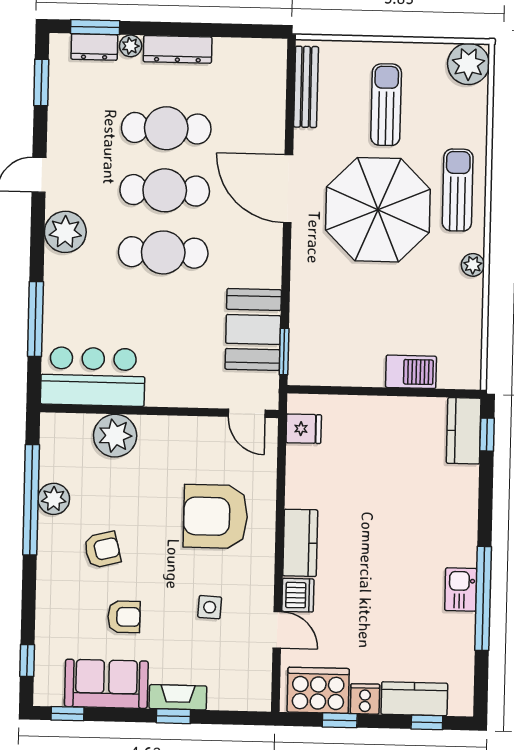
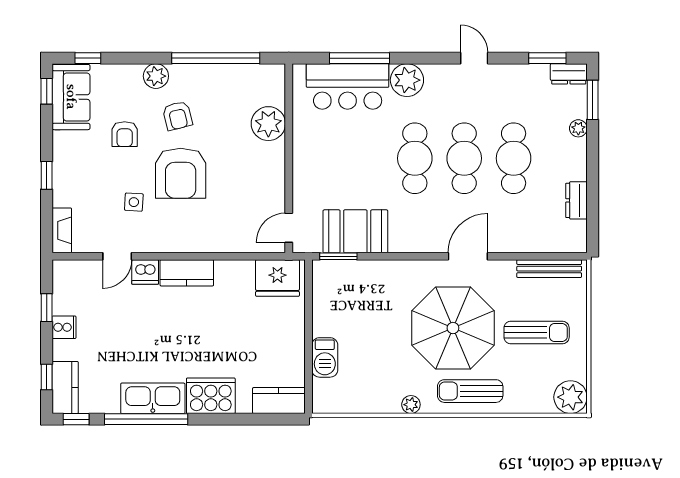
dresser: (94, 47) -> (569, 74), moved, turned -90
dresser: (178, 49) -> (576, 200), moved, width x0.70
door: (288, 189) -> (468, 256), width x0.73
sun lounger: (458, 190) -> (470, 391), turned 180
plant: (65, 232) -> (407, 80), moved
bar counter: (93, 377) -> (348, 86), moved, turned 90
fridge: (304, 429) -> (277, 278), width x1.88, depth x1.34
window: (487, 435) -> (76, 419), moved
plant: (54, 499) -> (156, 76), moved
armchair: (215, 516) -> (181, 173), moved, turned 180
kitchen sink: (461, 589) -> (153, 398), width x1.88, depth x1.24
sofa: (106, 684) -> (71, 97), moved
cooker: (318, 690) -> (211, 396), moved, turned -90
fireplace: (178, 697) -> (62, 230), moved
kitchen counter: (414, 699) -> (65, 388), moved

